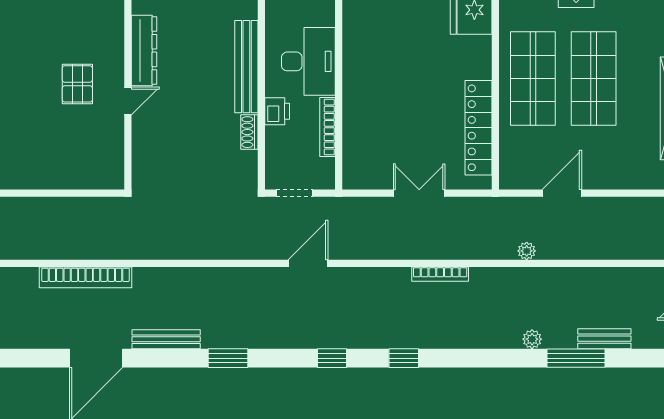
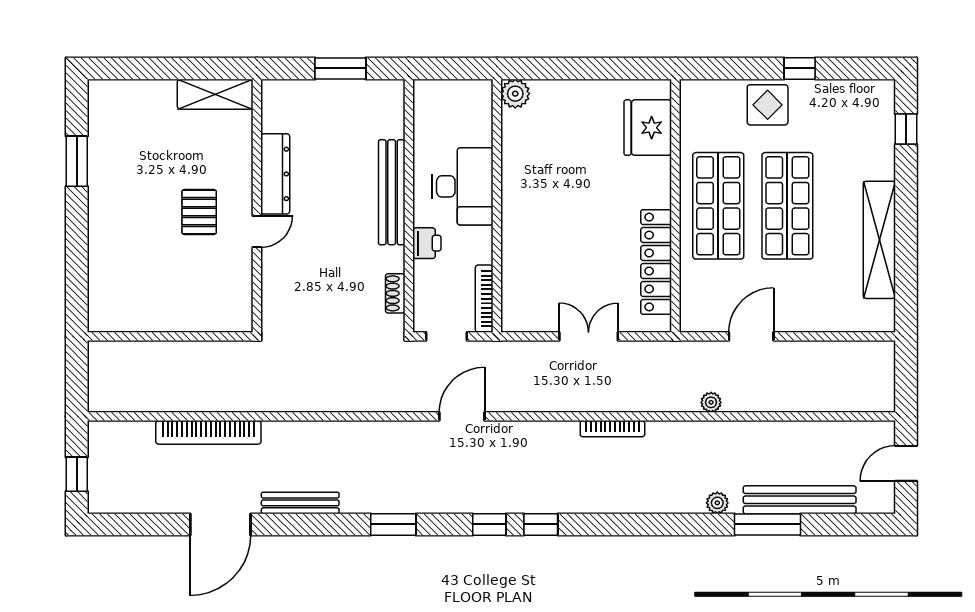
bookcase: (327, 127) -> (484, 299), moved
shoe rack: (249, 132) -> (395, 293), moved
bench: (604, 339) -> (800, 500), width x1.86, depth x1.21
window: (228, 358) -> (393, 524), moved
window: (404, 358) -> (541, 524), moved

